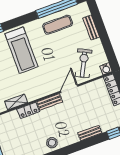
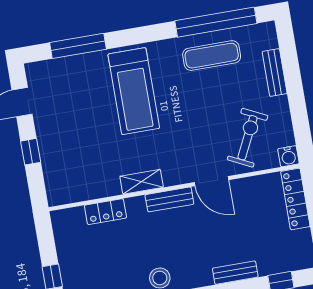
door: (69, 89) -> (211, 181), swing flipped
shelving: (16, 102) -> (142, 182), moved
locker: (28, 110) -> (105, 212), moved

